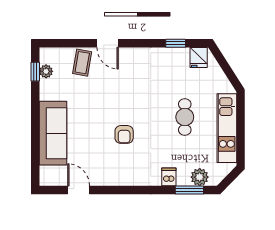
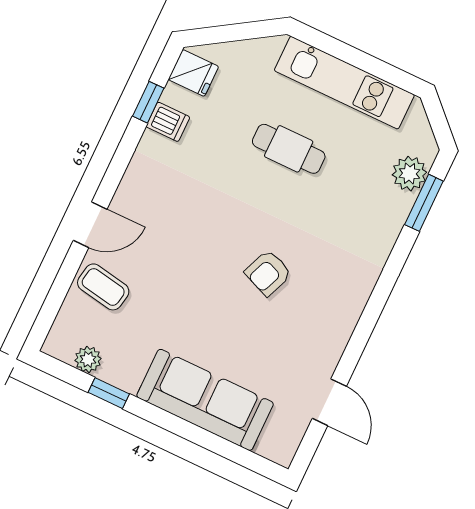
window: (35, 72) -> (109, 393), moved
armchair: (124, 134) -> (268, 273), turned 112
dishwasher: (169, 177) -> (168, 122), moved, turned 180
door: (79, 190) -> (329, 402), swing flipped

